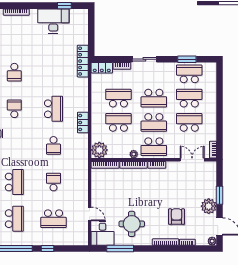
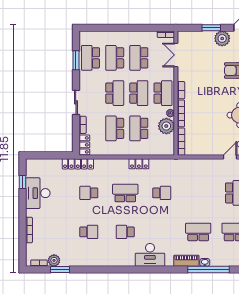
plant: (99, 150) -> (166, 126), moved
school desk: (53, 182) -> (89, 193), moved

